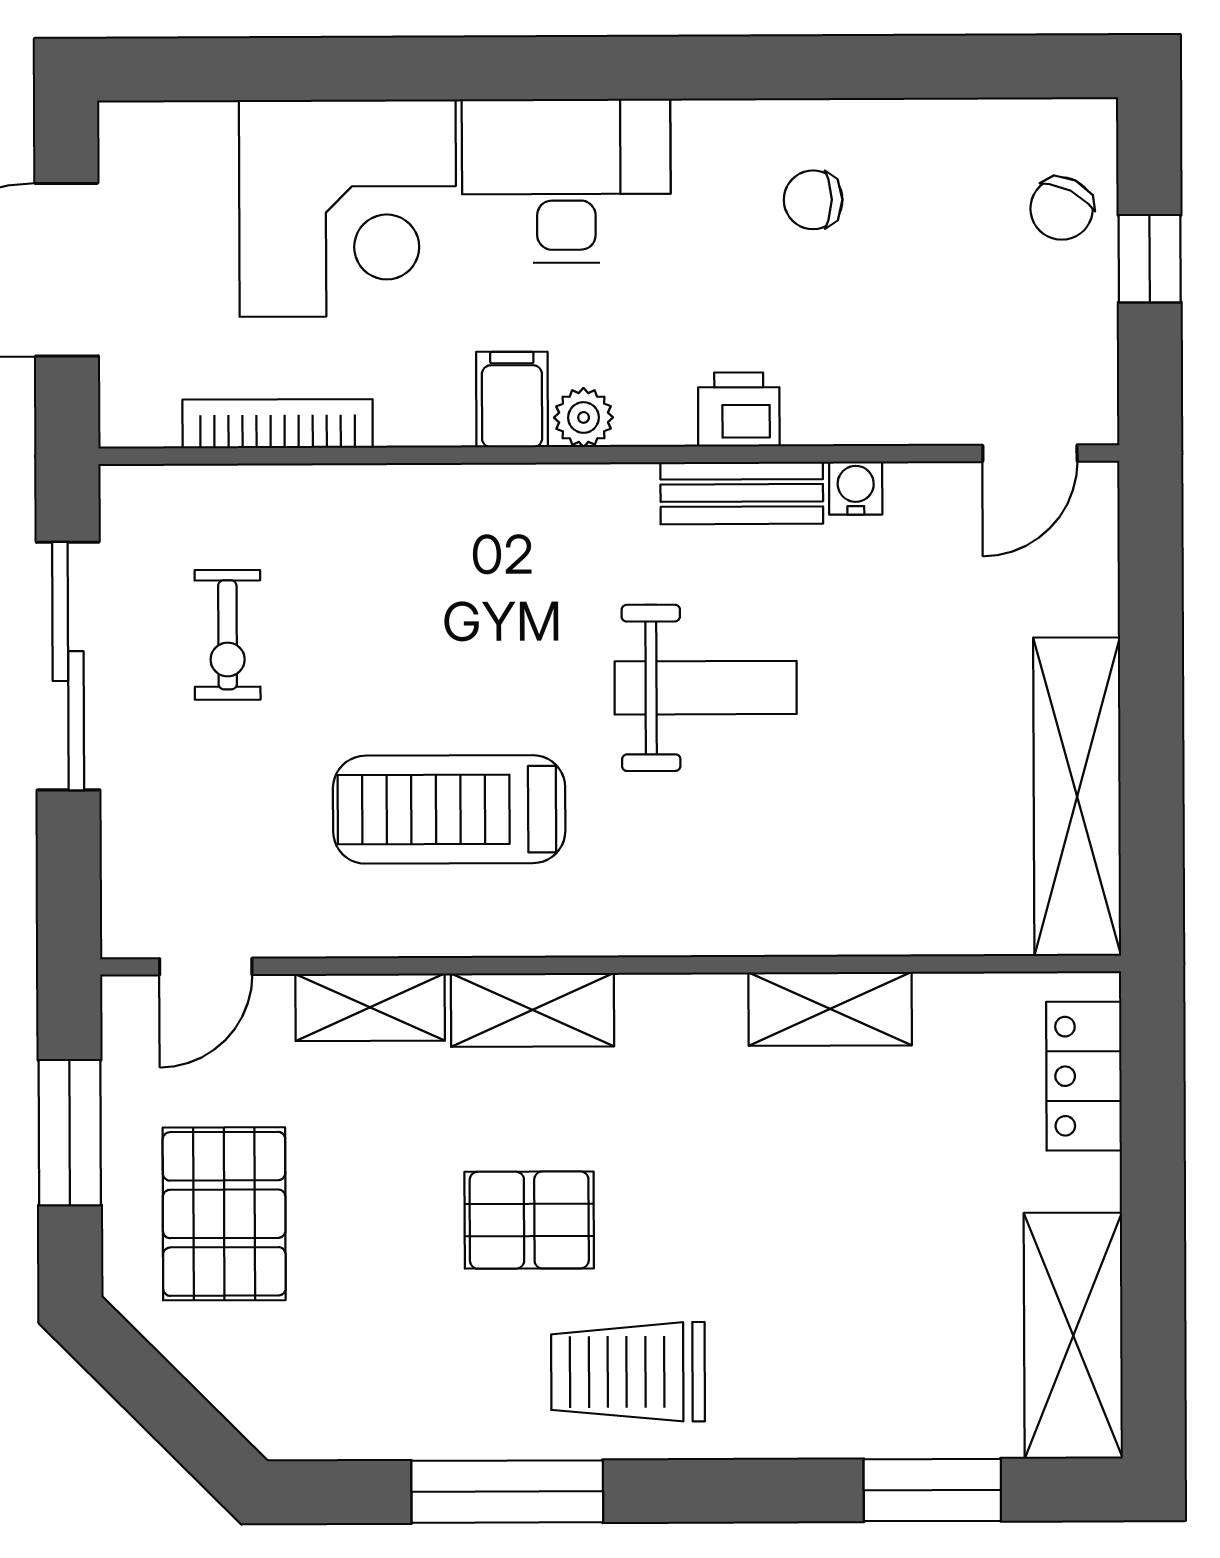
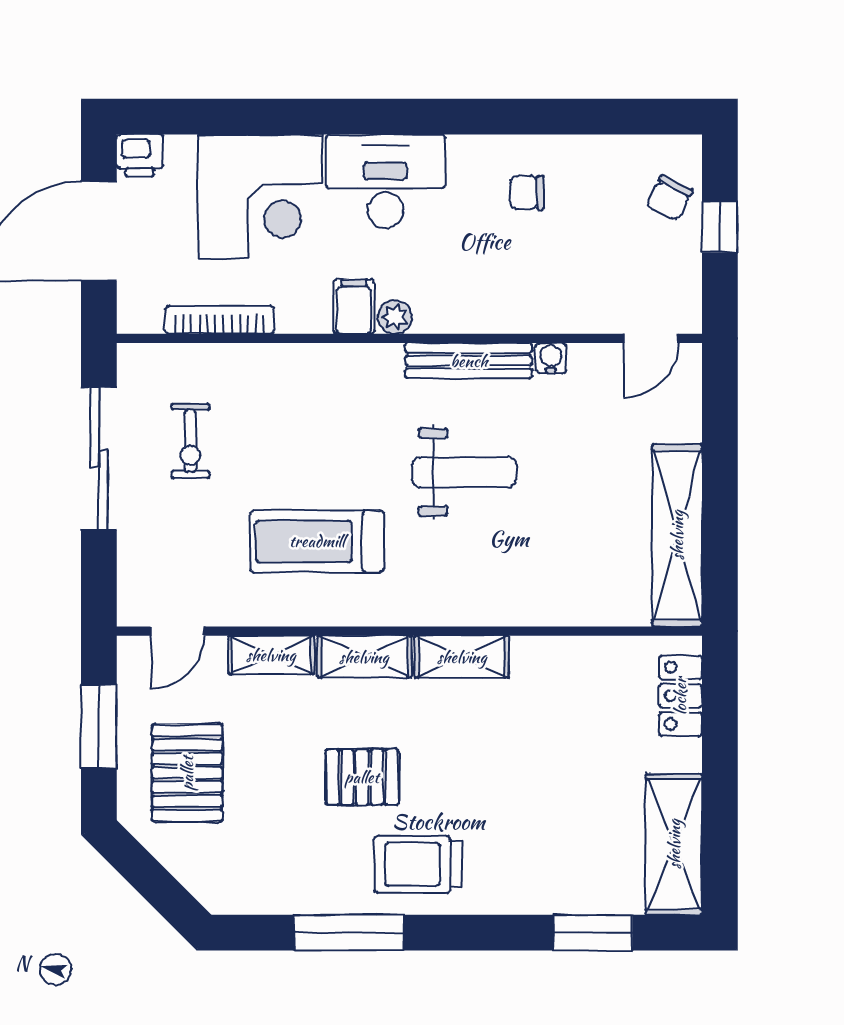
printer: (739, 409) -> (140, 156), moved, turned 180
bench: (742, 493) -> (469, 361), width x1.36
shelving: (830, 1009) -> (462, 657), moved

